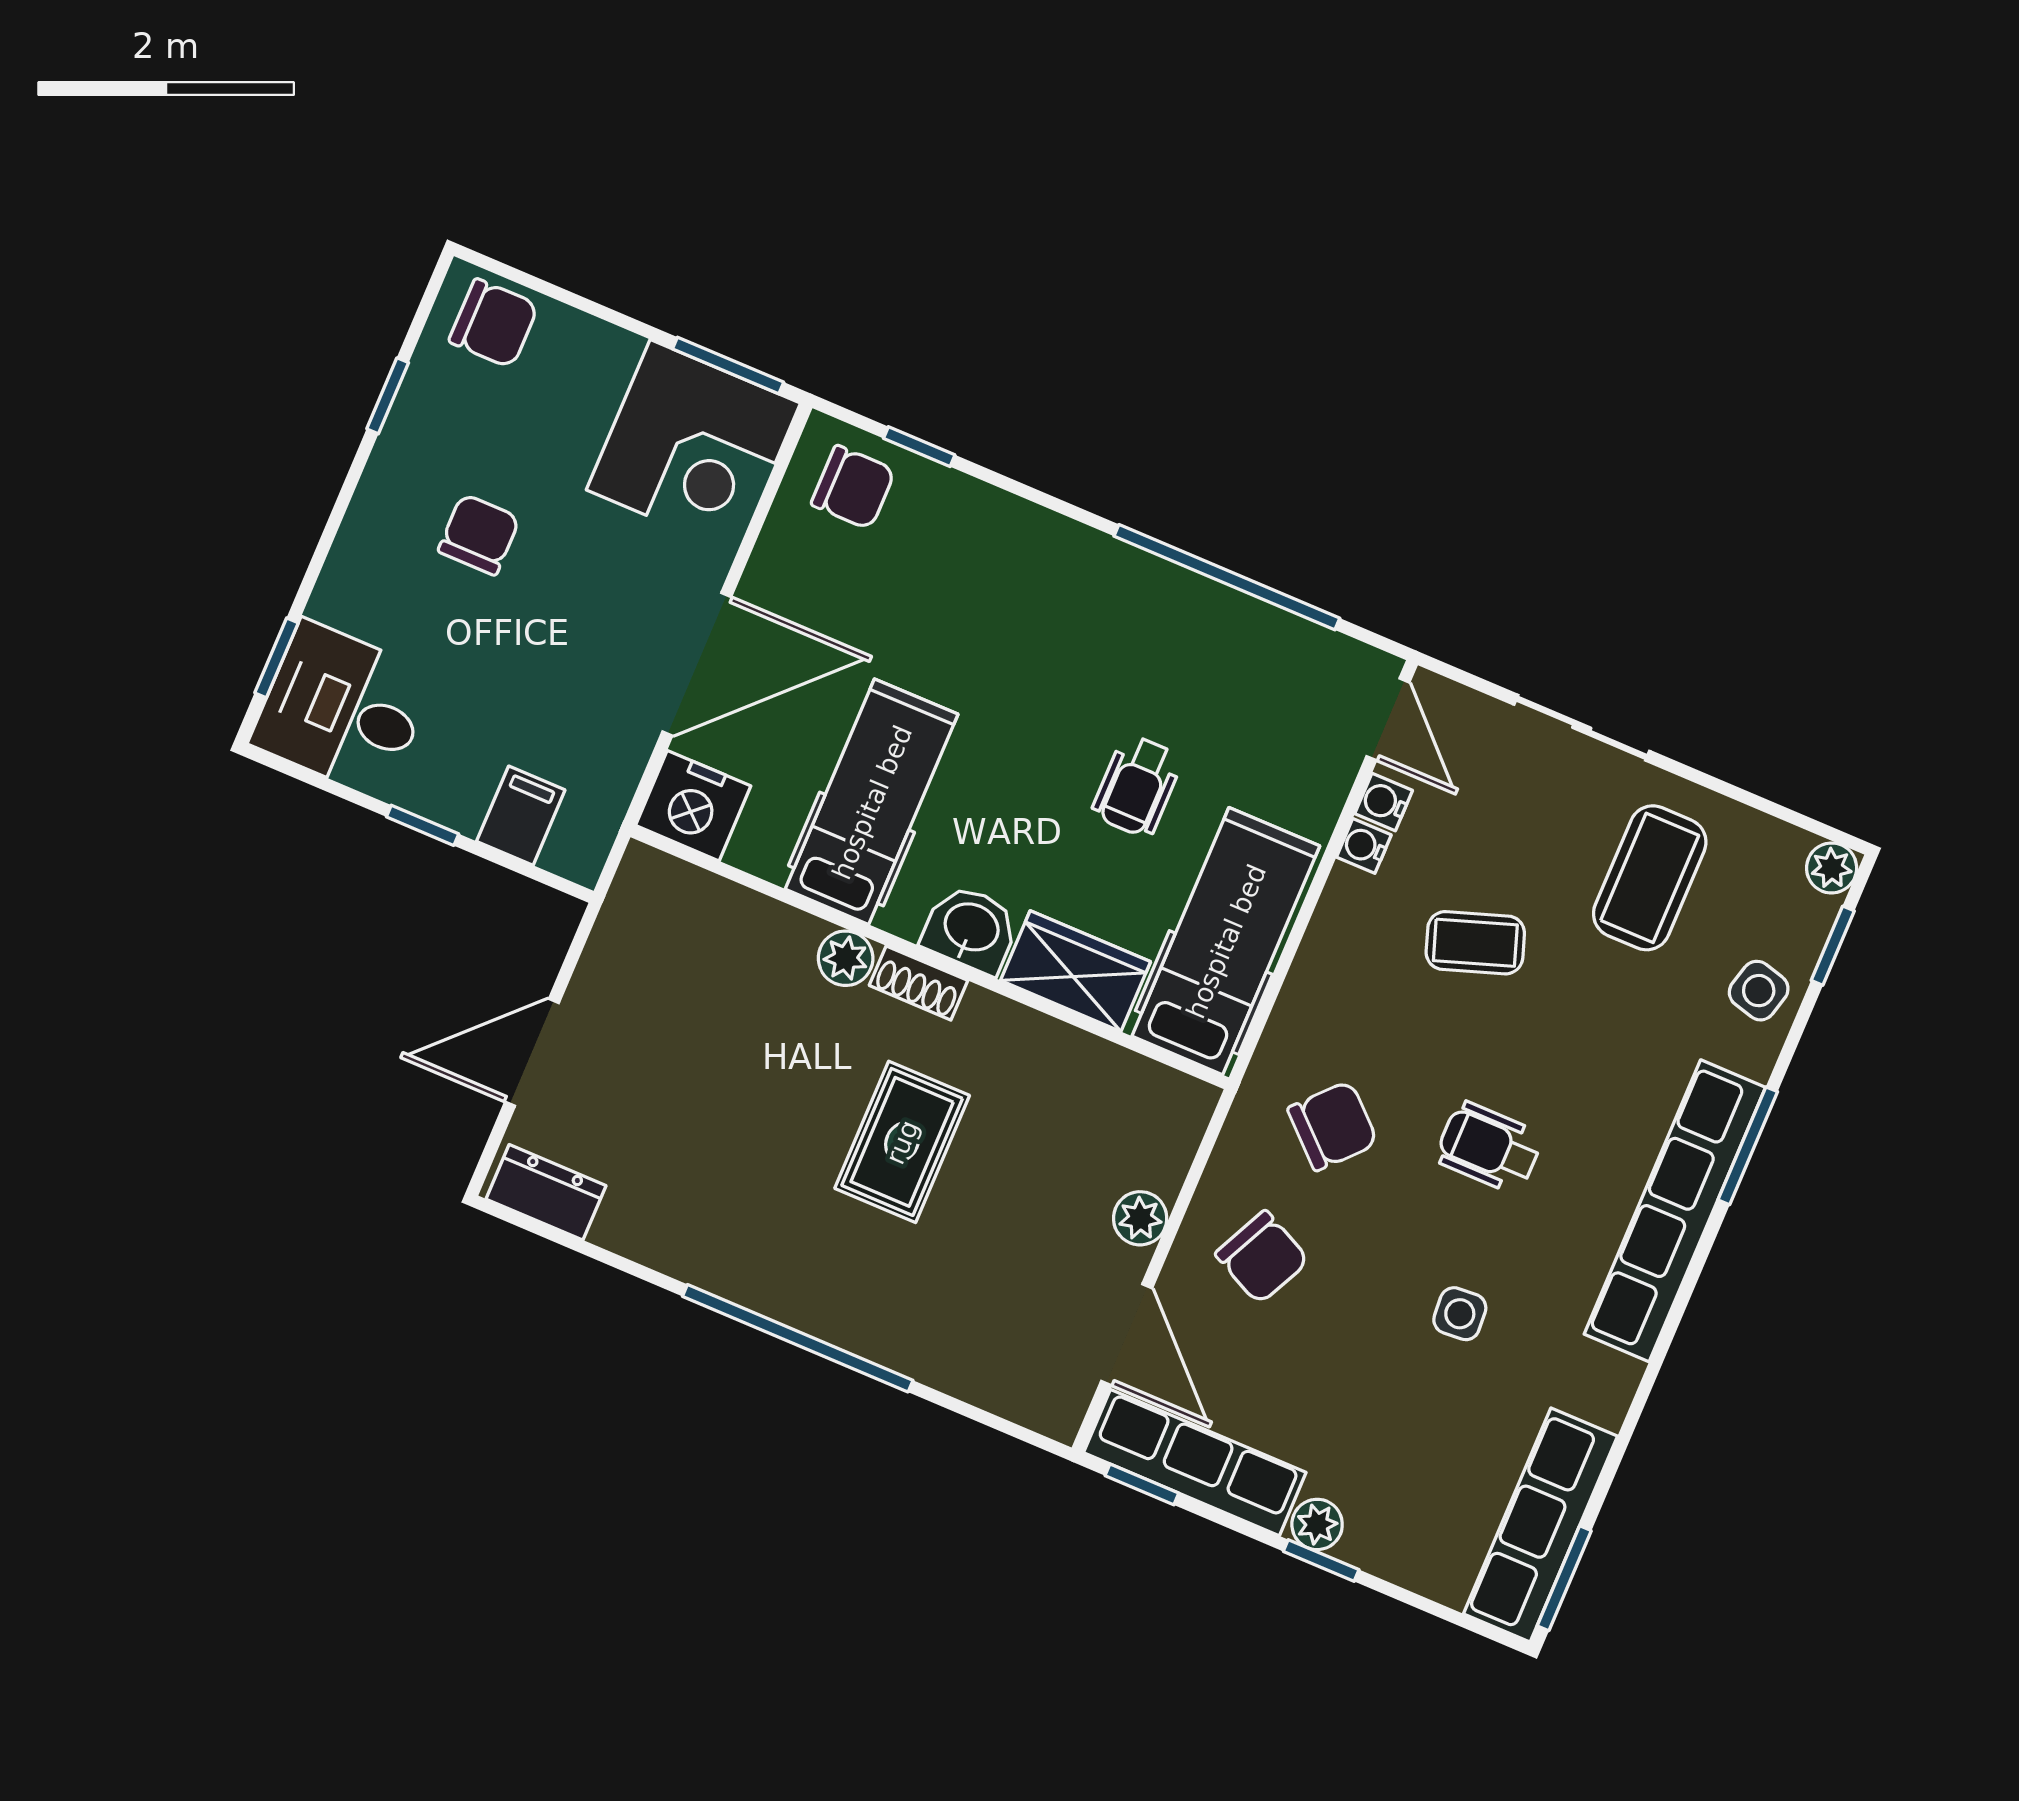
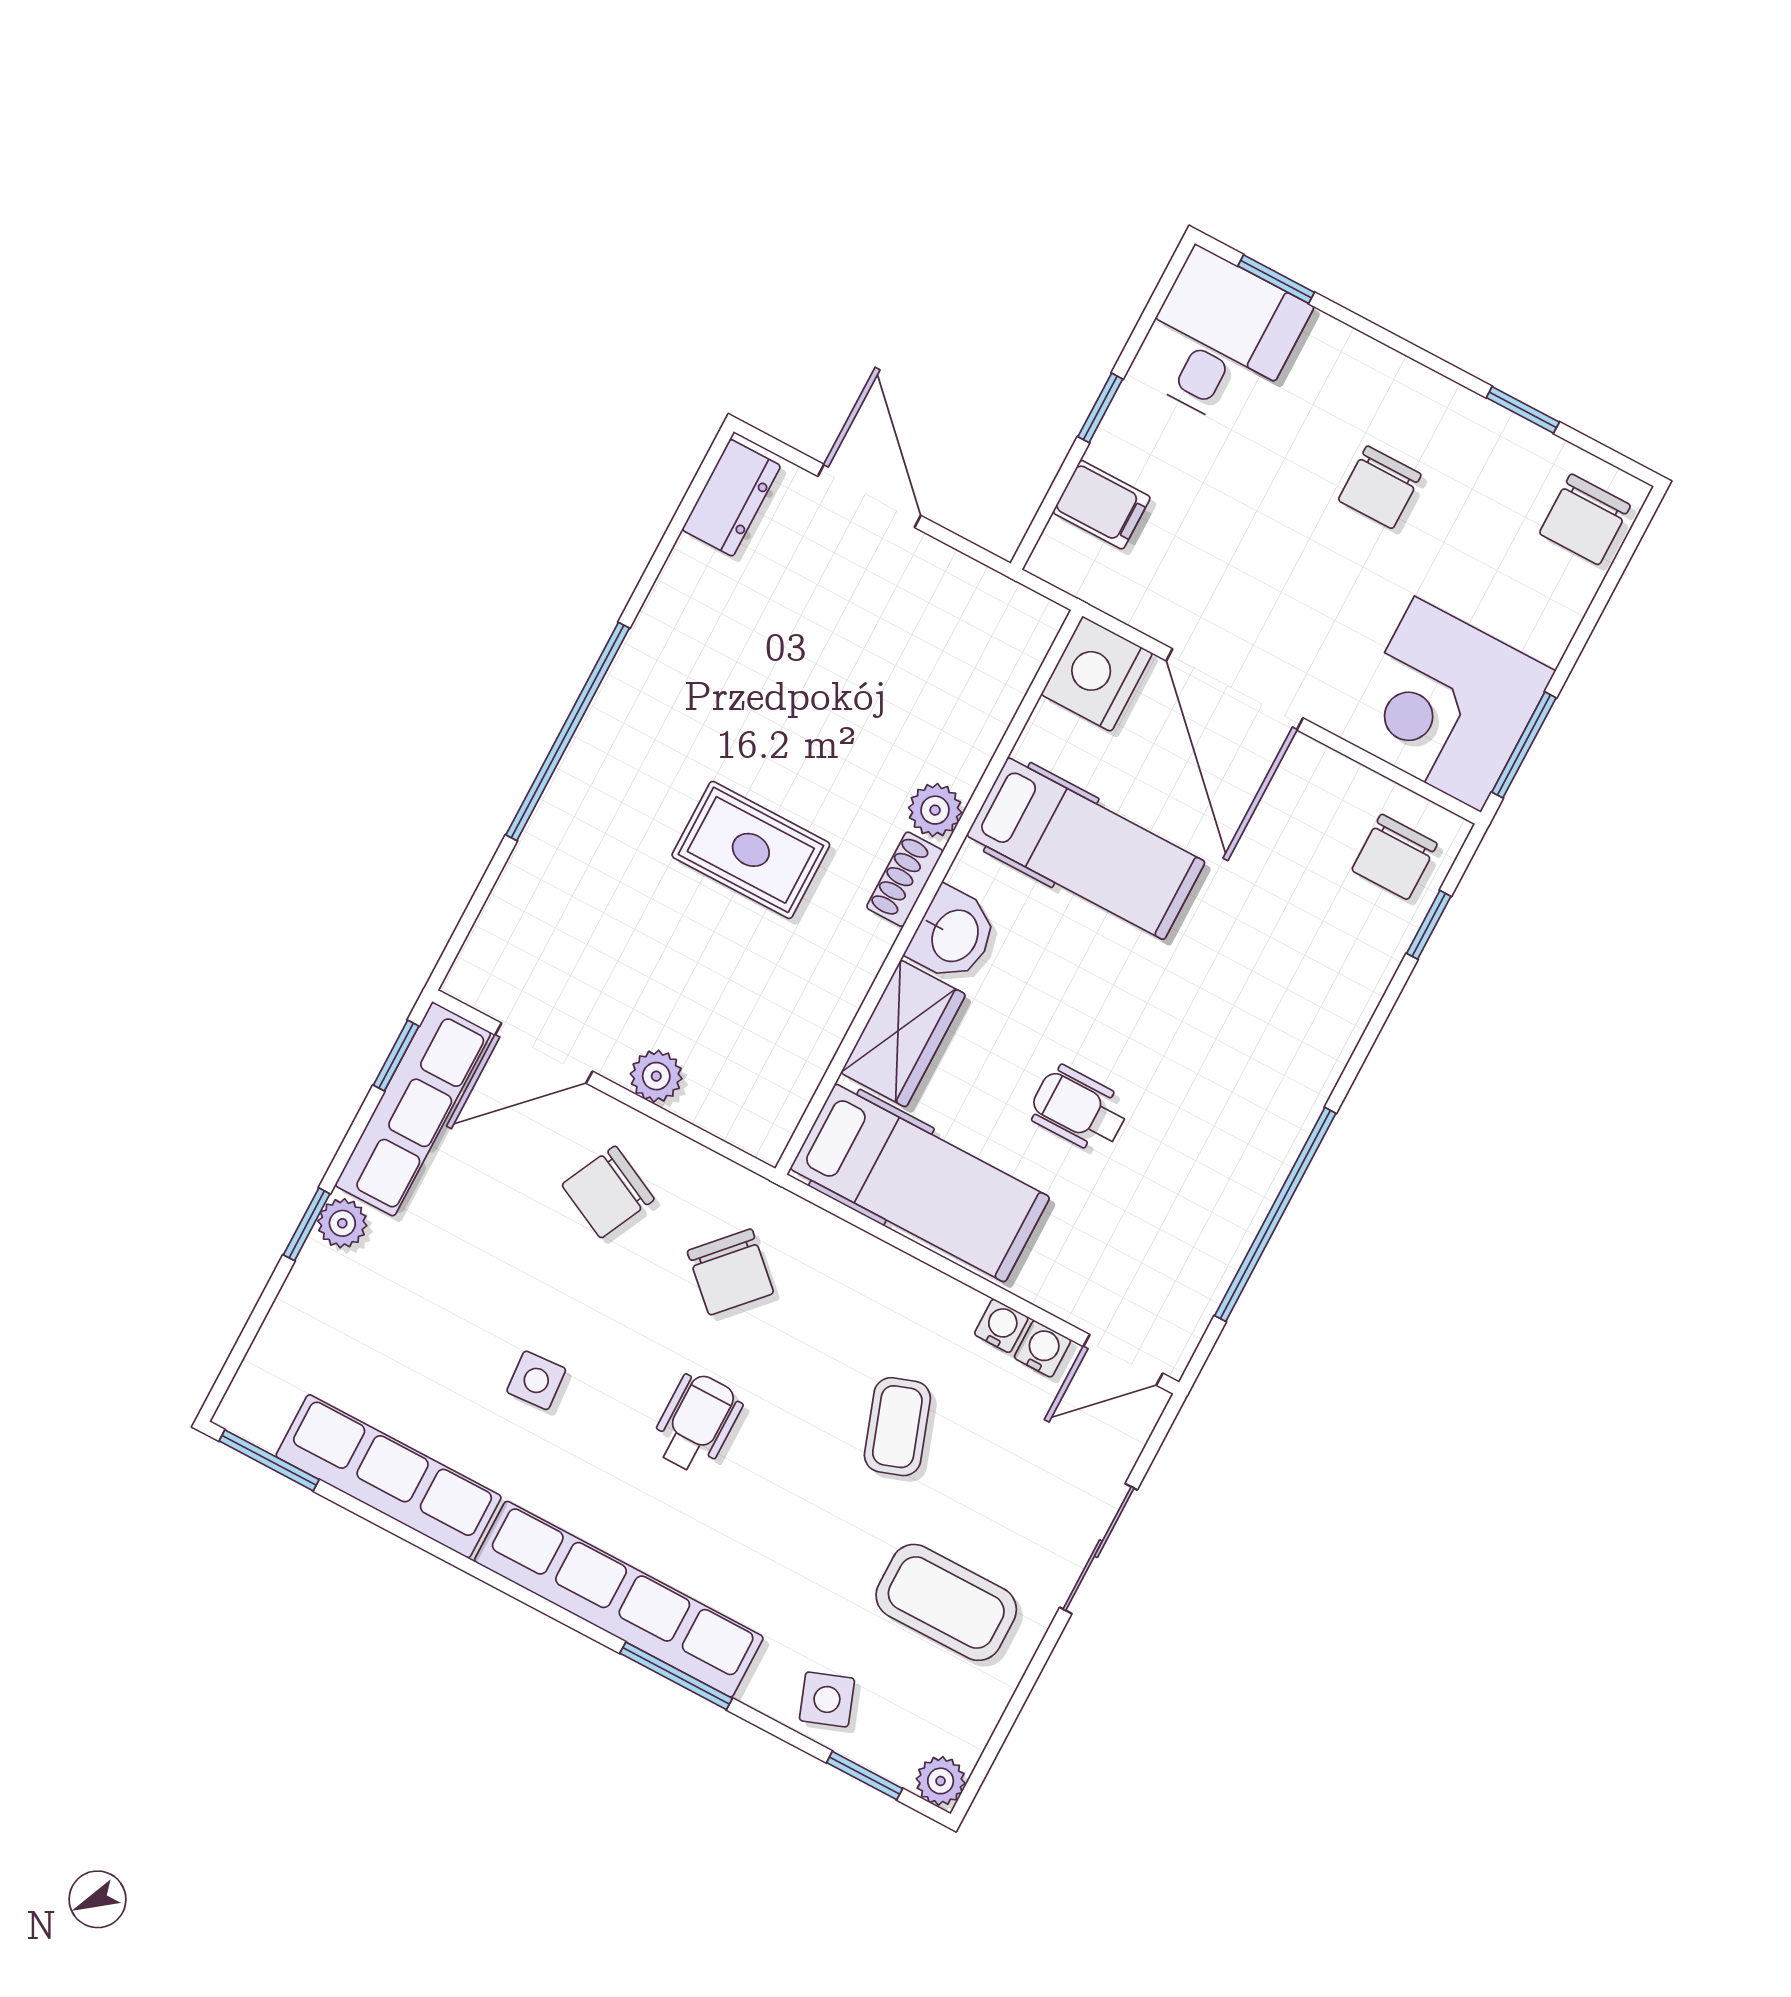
chair: (479, 535) -> (1380, 487), turned 90
side table: (1759, 991) -> (827, 1699), turned -35
row of seats: (1541, 1525) -> (389, 1476), moved

